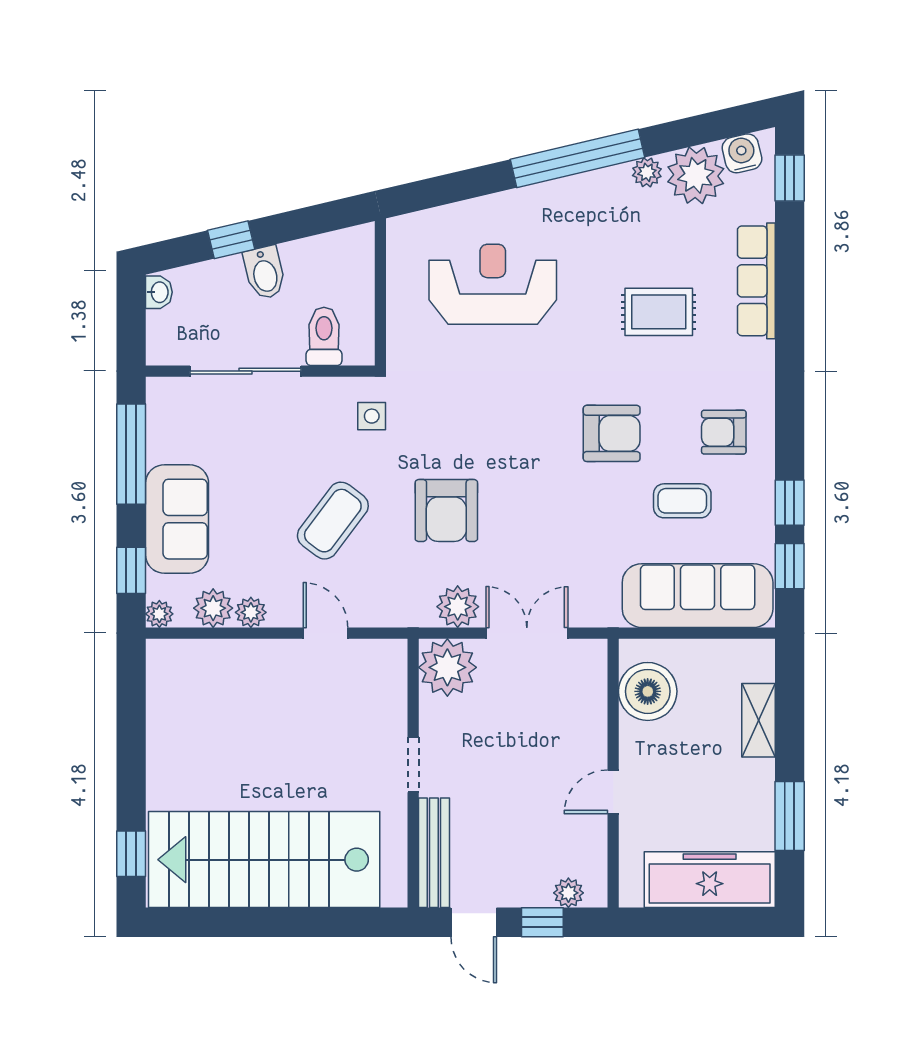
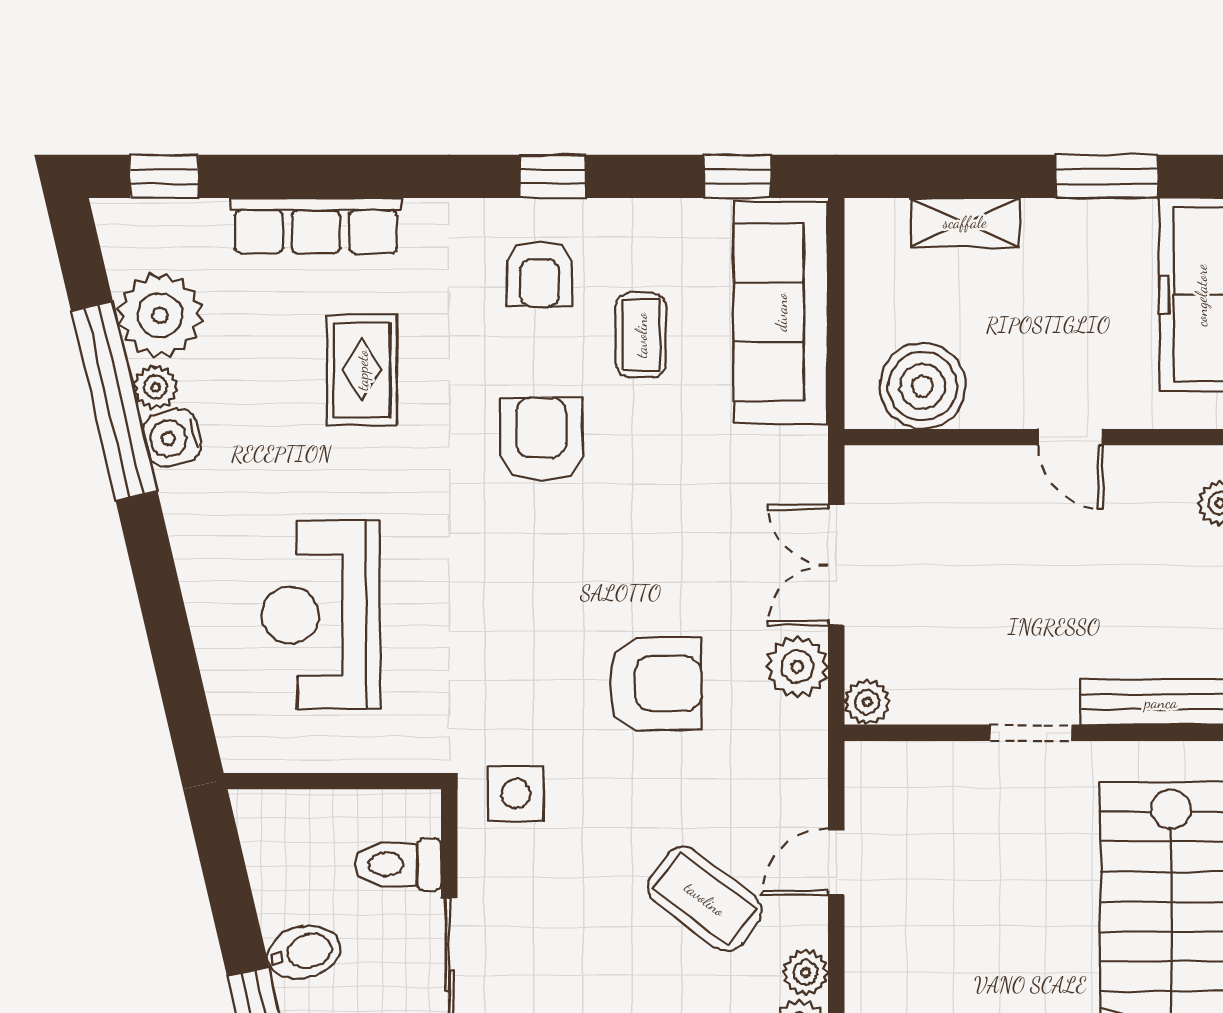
water cooler: (742, 153) -> (172, 438), moved
window: (578, 158) -> (114, 401), moved
side table: (372, 416) -> (516, 794), width x1.37, depth x1.37
window: (790, 503) -> (553, 176), moved
coffee table: (333, 521) -> (705, 899), moved
plant: (447, 667) -> (867, 702), width x0.53, depth x0.53

